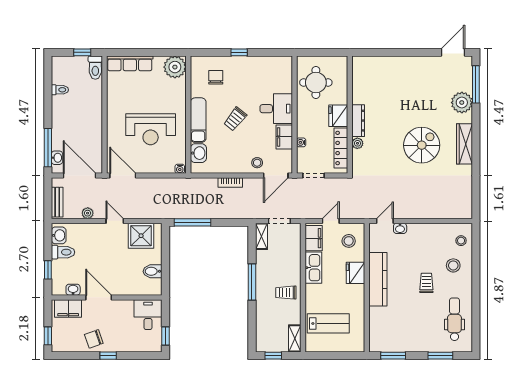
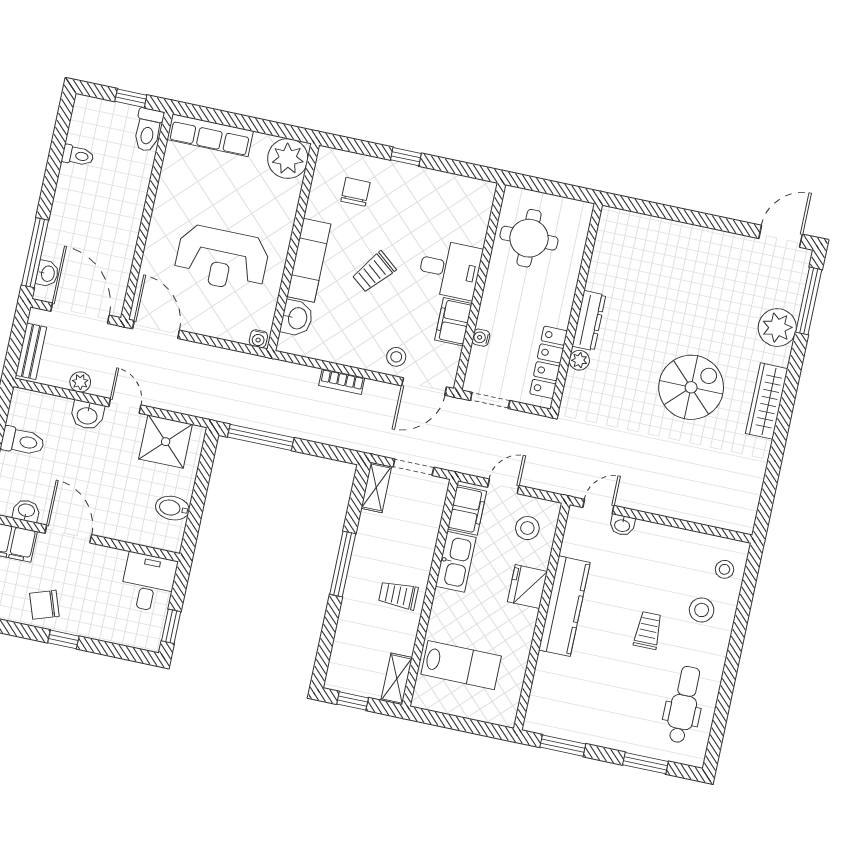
fridge: (338, 116) -> (556, 305), removed
washbasin: (59, 235) -> (87, 415), moved, turned 90

